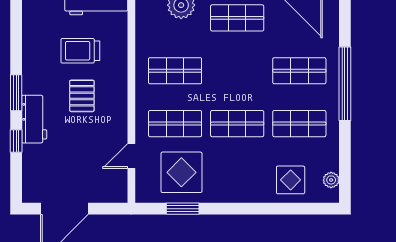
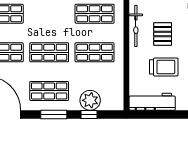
bicycle: (119, 107) -> (136, 26), added
shop shelf: (237, 124) -> (49, 52), moved

